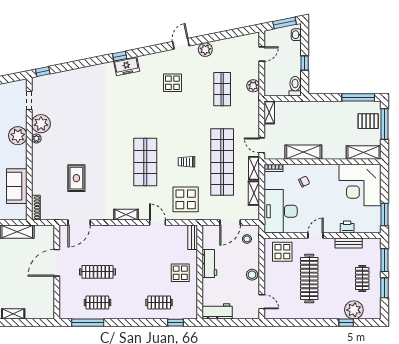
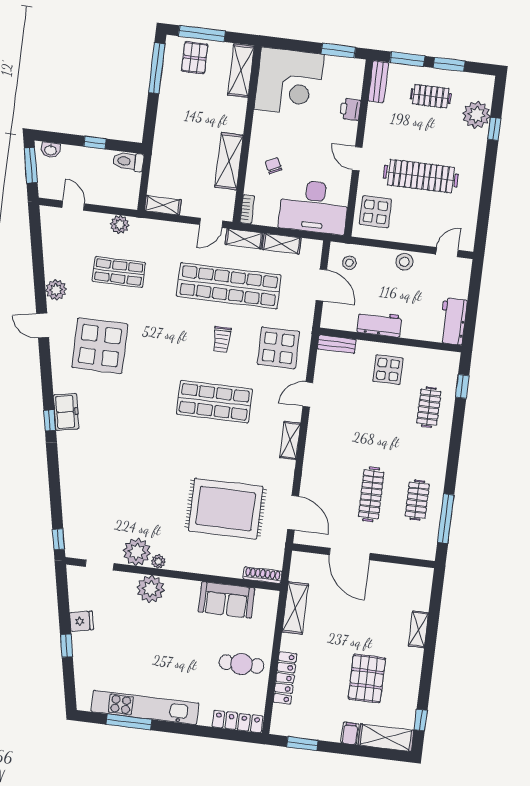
display table: (172, 83) -> (100, 346), width x1.86, depth x1.86
rug: (76, 178) -> (226, 509), width x1.86, depth x2.06
bench: (349, 243) -> (378, 82), moved

